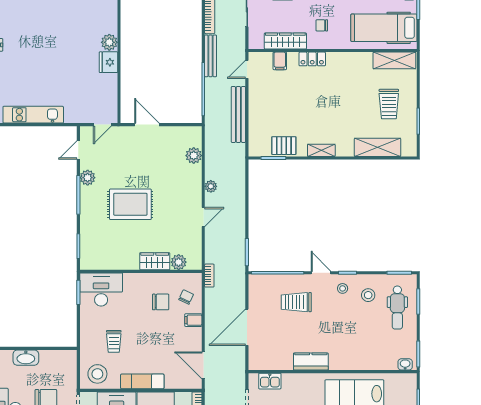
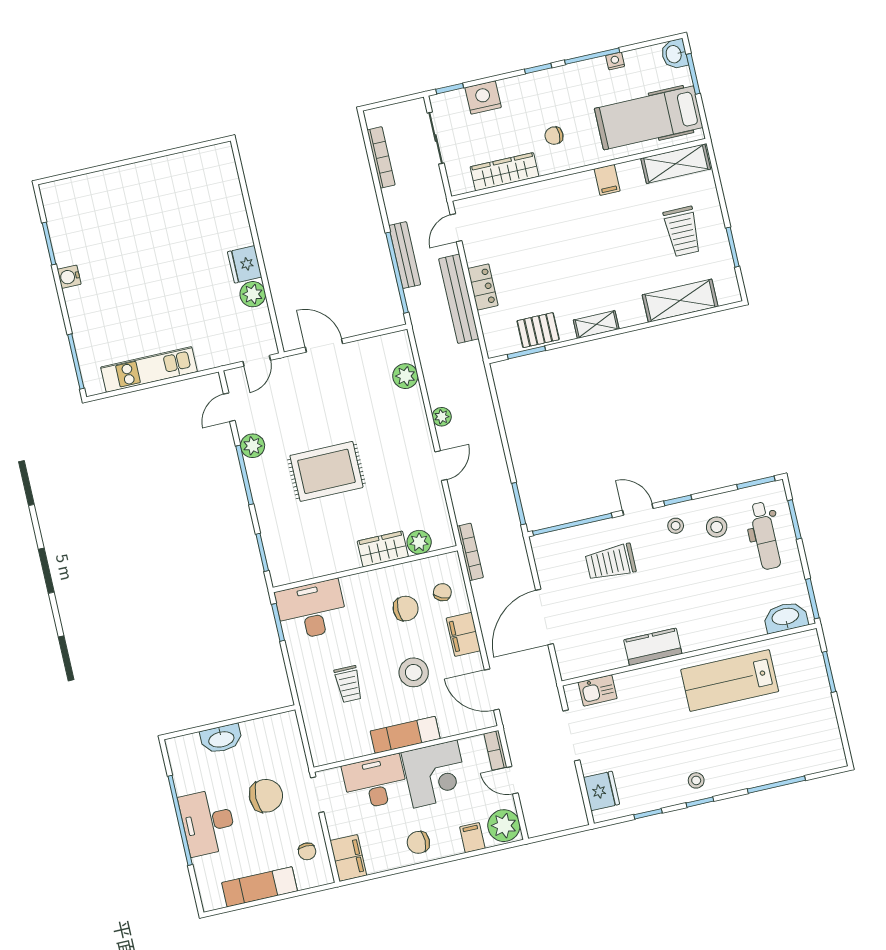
plant: (109, 42) -> (253, 294), moved
bench: (211, 56) -> (405, 255), moved
locker: (312, 59) -> (483, 287), moved, turned -90
filing cabinet: (280, 61) -> (607, 180), moved
bookcase: (209, 276) -> (470, 552), width x1.56
filing cabinet: (193, 320) -> (463, 634), width x2.00
washbasin: (405, 364) -> (786, 617), width x1.91, depth x1.45
stool: (97, 374) -> (414, 672), moved

